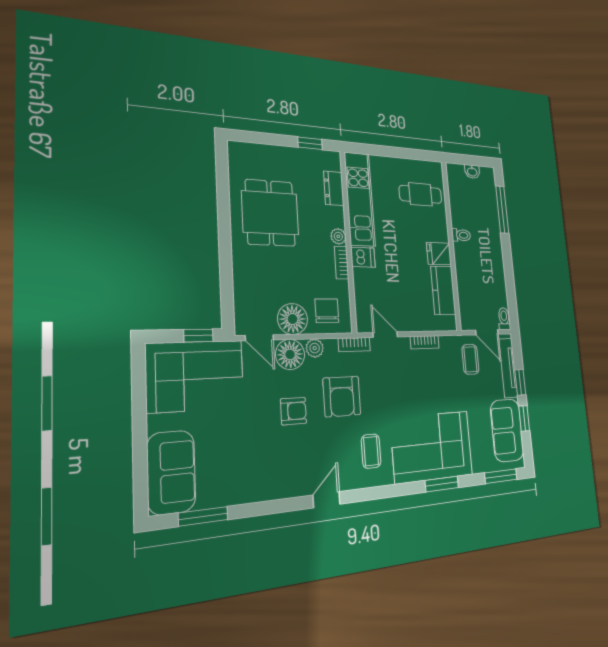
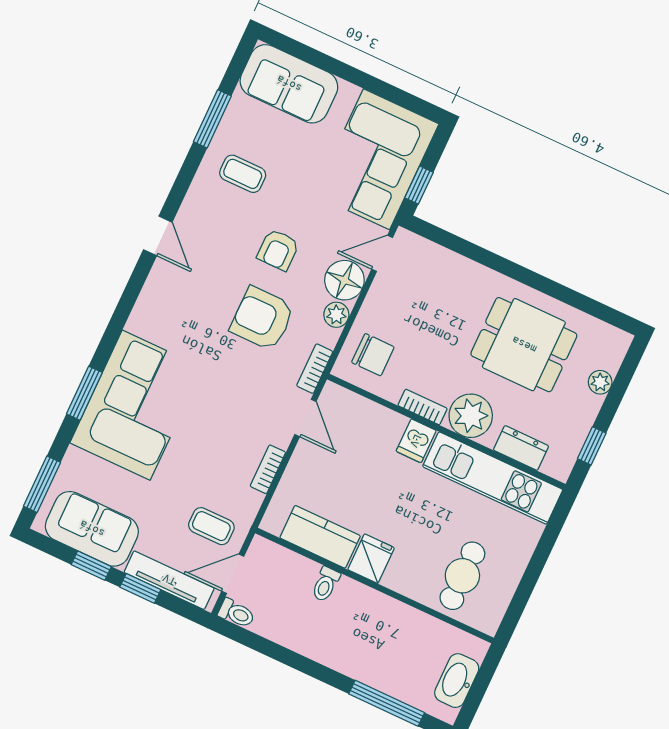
plant: (269, 152) -> (600, 382), added
washbasin: (472, 172) -> (457, 681), width x1.91, depth x1.45
toilet: (461, 235) -> (326, 584), moved
plant: (338, 236) -> (471, 416), width x1.87, depth x1.87
floor lamp: (293, 319) -> (384, 305), removed
door: (385, 335) -> (305, 418), hinge flipped
coffee table: (371, 451) -> (243, 174), moved
window: (203, 516) -> (212, 119), moved

